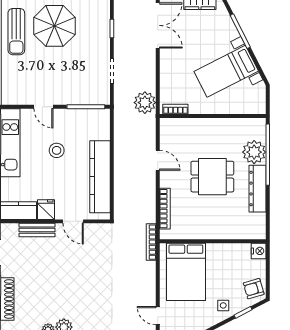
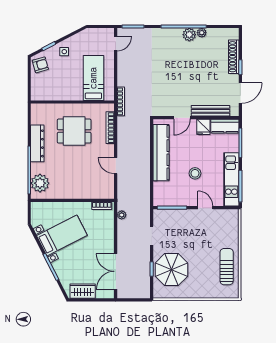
parasol: (55, 26) -> (171, 270), moved
plant: (145, 103) -> (122, 215), width x0.53, depth x0.53
plant: (254, 152) -> (40, 183), moved
dining table: (212, 177) -> (74, 131), moved
door: (73, 221) -> (182, 118), swing flipped
bench: (37, 230) -> (210, 111), width x1.36
nightstand: (259, 251) -> (36, 94), removed
bed: (186, 272) -> (93, 78), width x0.67
door: (158, 316) -> (116, 44), hinge flipped

